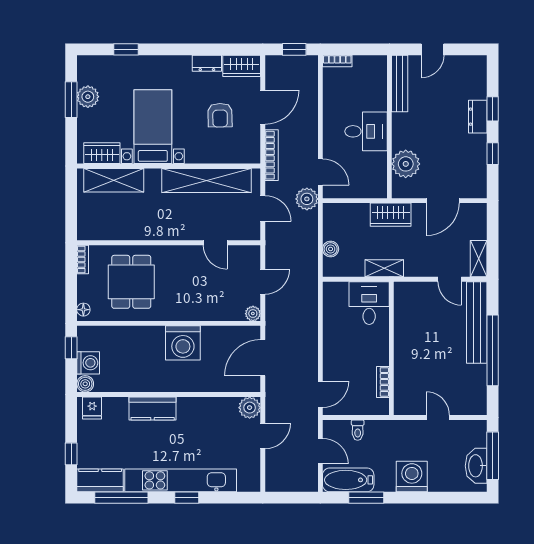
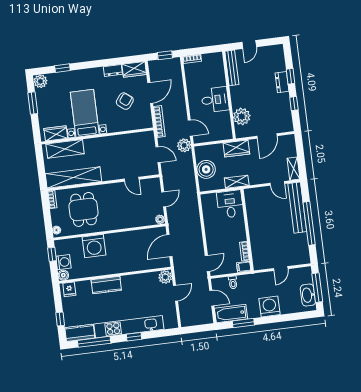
plant: (88, 97) -> (40, 81), moved
armchair: (220, 115) -> (125, 101), turned -141
shelving: (207, 180) -> (73, 178), moved
boiler: (331, 249) -> (206, 169), width x1.86, depth x1.86
washing machine: (183, 343) -> (94, 246), moved
filing cabinet: (378, 407) -> (244, 267), added
door: (438, 417) -> (281, 269), swing flipped

